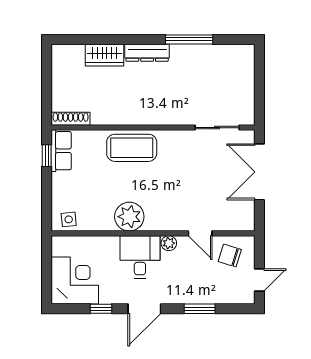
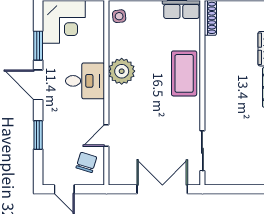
plant: (169, 243) -> (98, 107), removed
window: (101, 309) -> (38, 46), width x1.50

